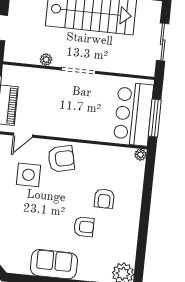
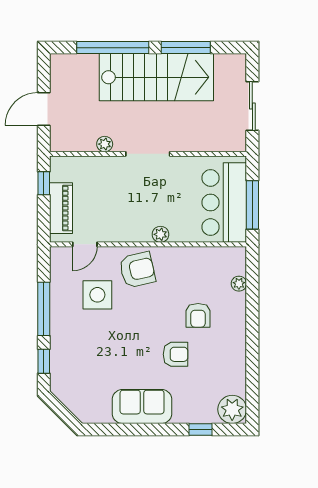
plant: (82, 133) -> (160, 234), added
plant: (140, 155) -> (239, 284), moved

